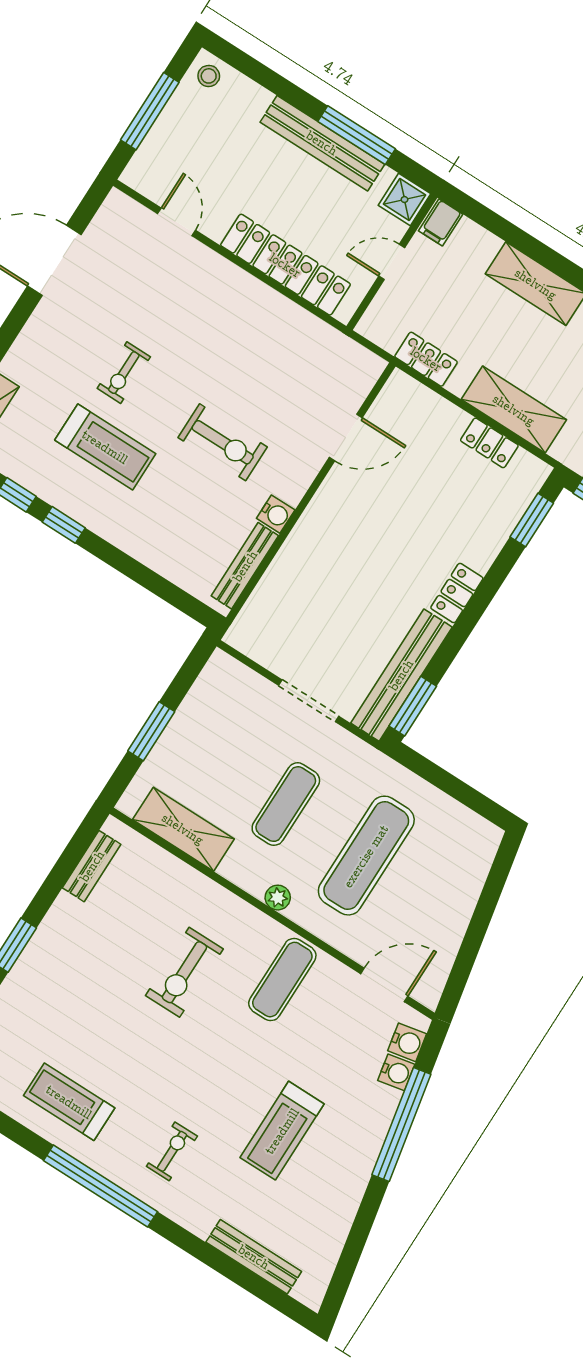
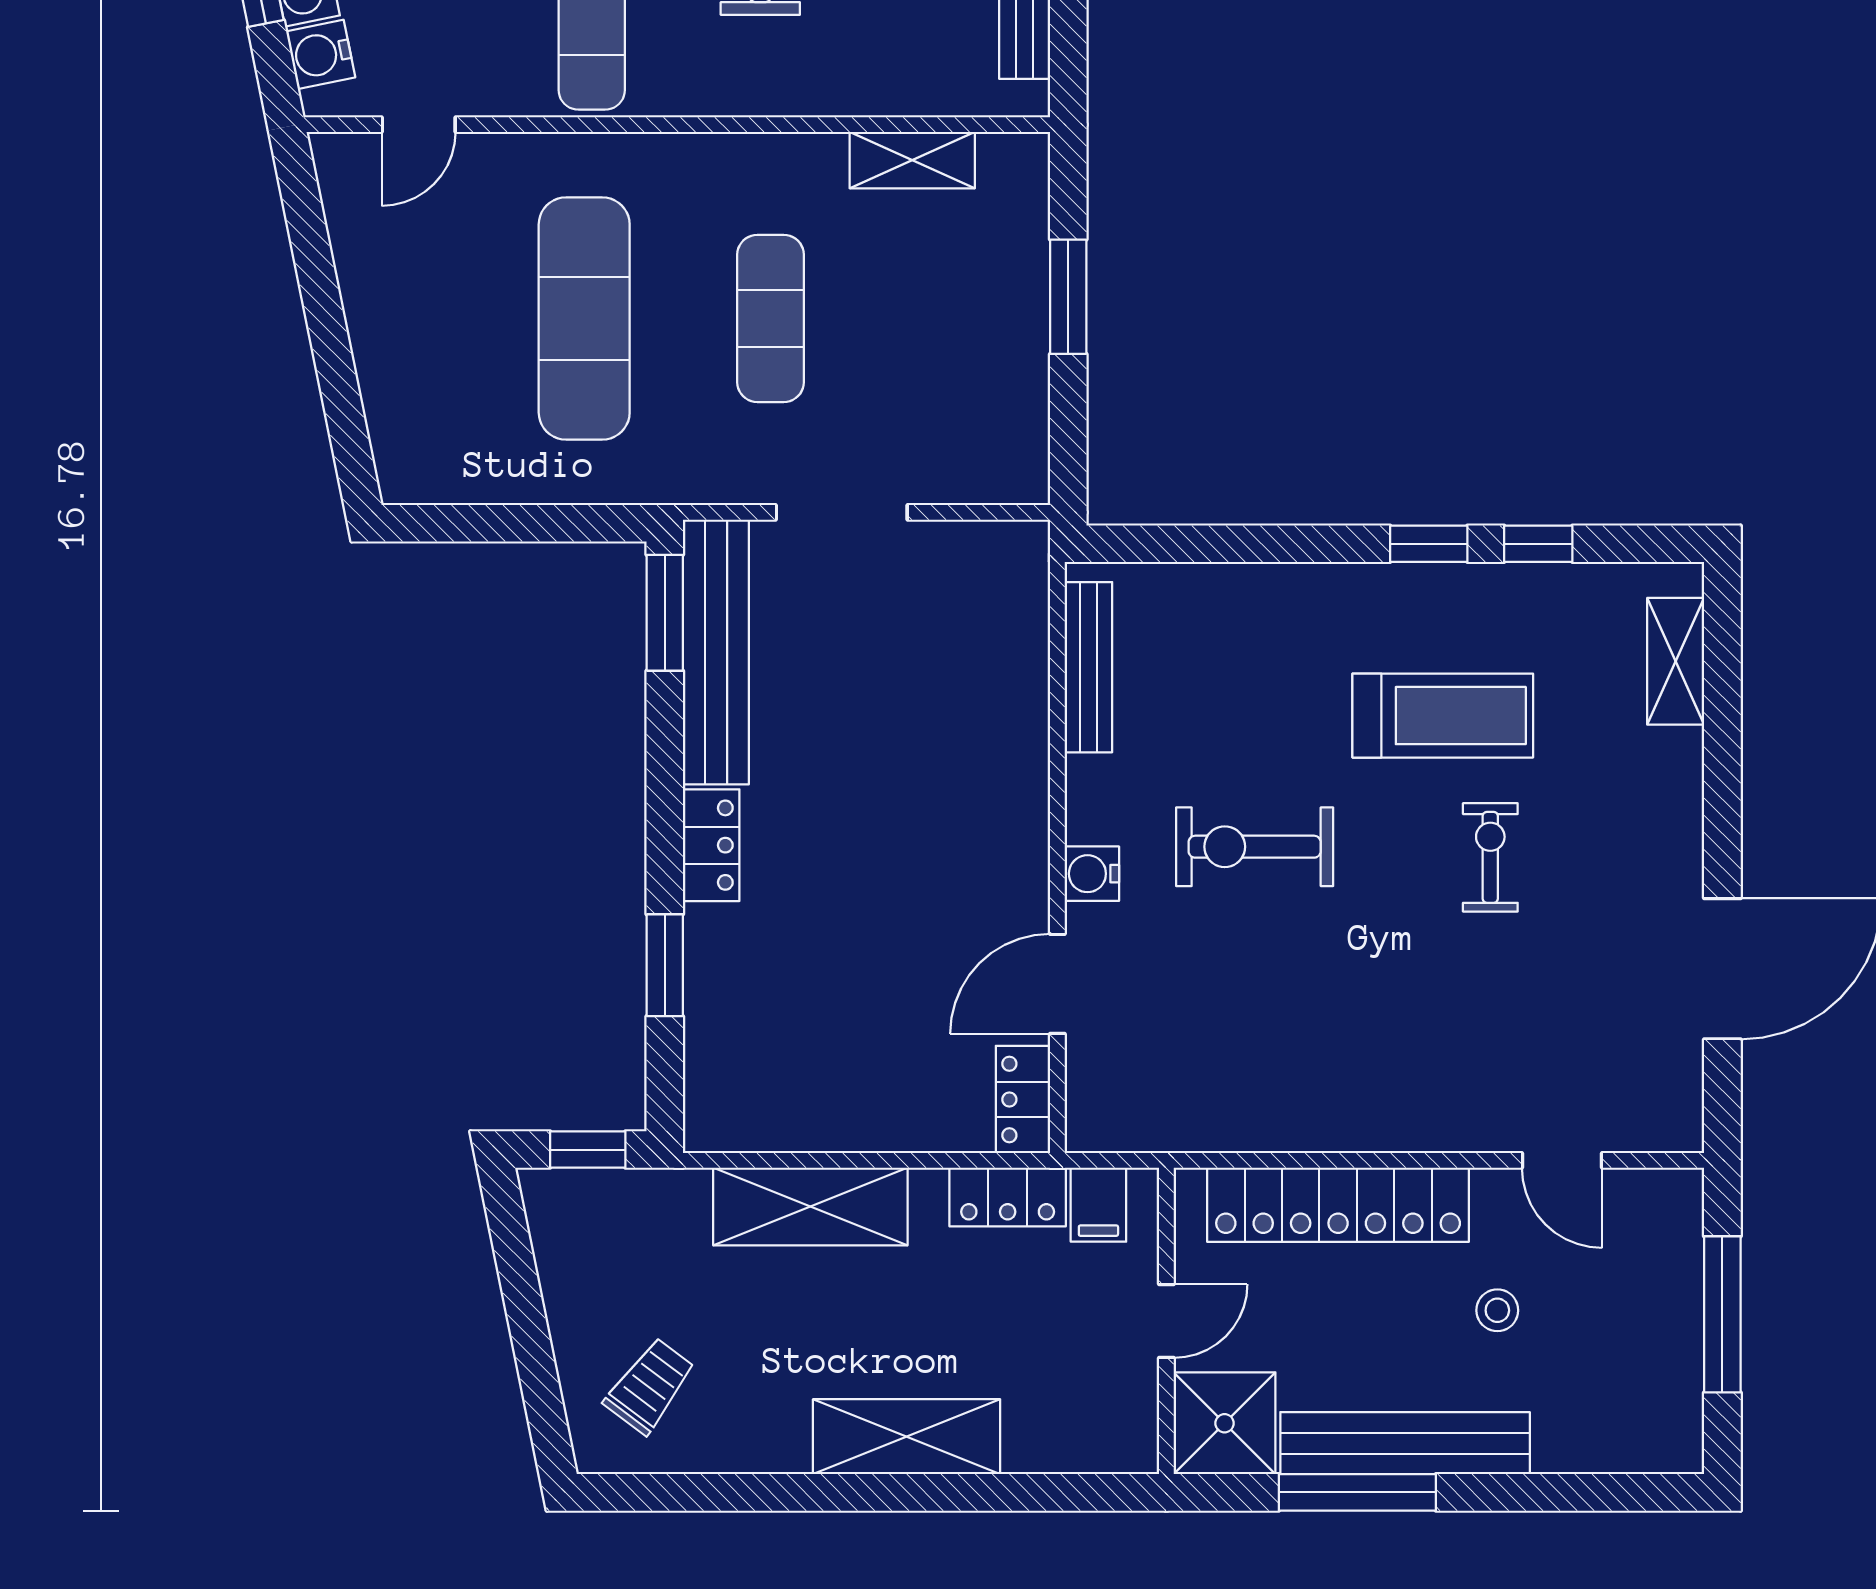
stool: (209, 76) -> (1497, 1310), moved
shower: (404, 200) -> (1225, 1423), width x1.36, depth x1.36
filing cabinet: (441, 222) -> (1098, 1205), moved, turned 180
locker: (489, 443) -> (1023, 1099), moved, turned -90
treadmill: (105, 447) -> (1443, 716), turned 180
water cooler: (276, 514) -> (1092, 874), moved
window: (532, 520) -> (665, 965), moved
shelving: (183, 829) -> (912, 160), width x0.67, depth x0.75
plant: (278, 898) -> (686, 156), removed
door: (384, 985) -> (419, 125), width x0.73

